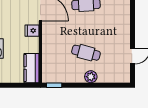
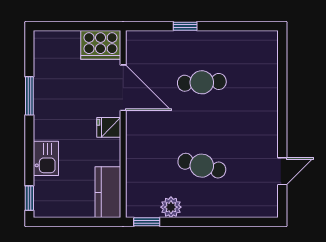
plant: (91, 77) -> (171, 207), moved

